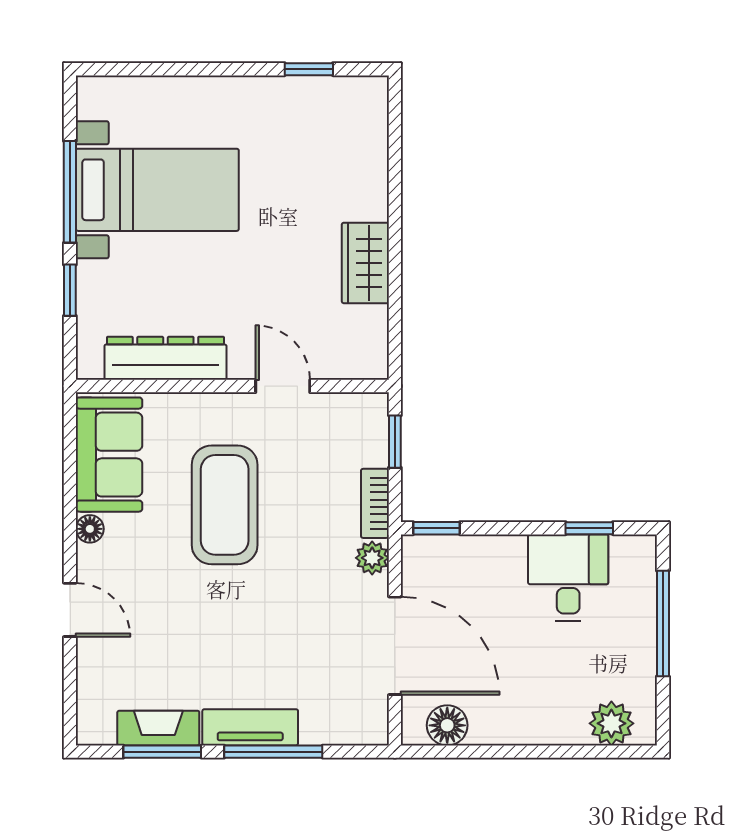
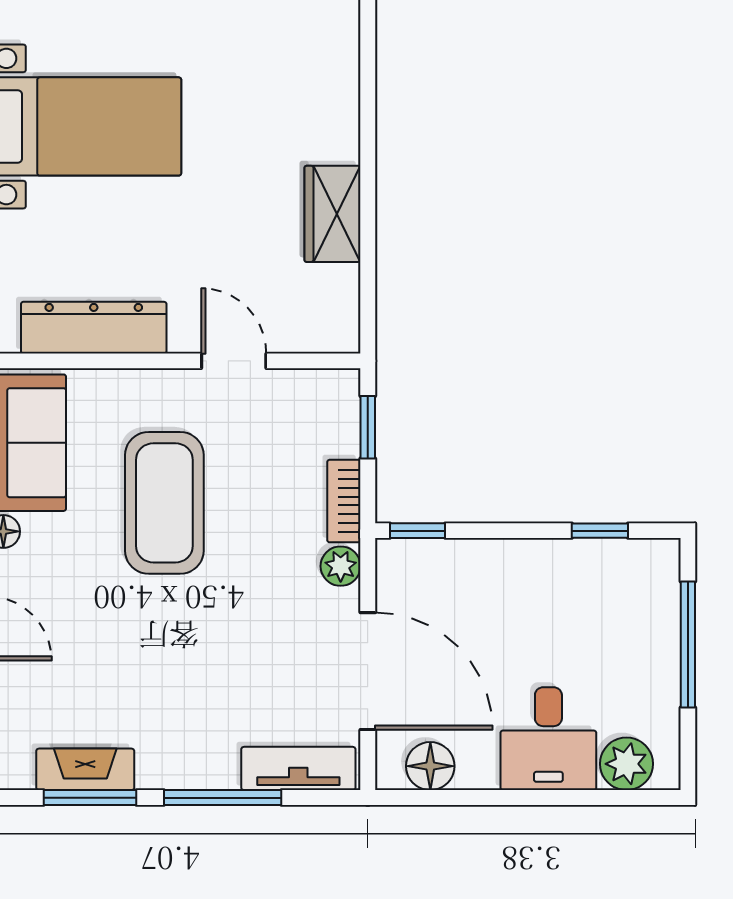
desk: (568, 577) -> (548, 739), moved, turned 180
tv unit: (250, 727) -> (298, 768), moved

